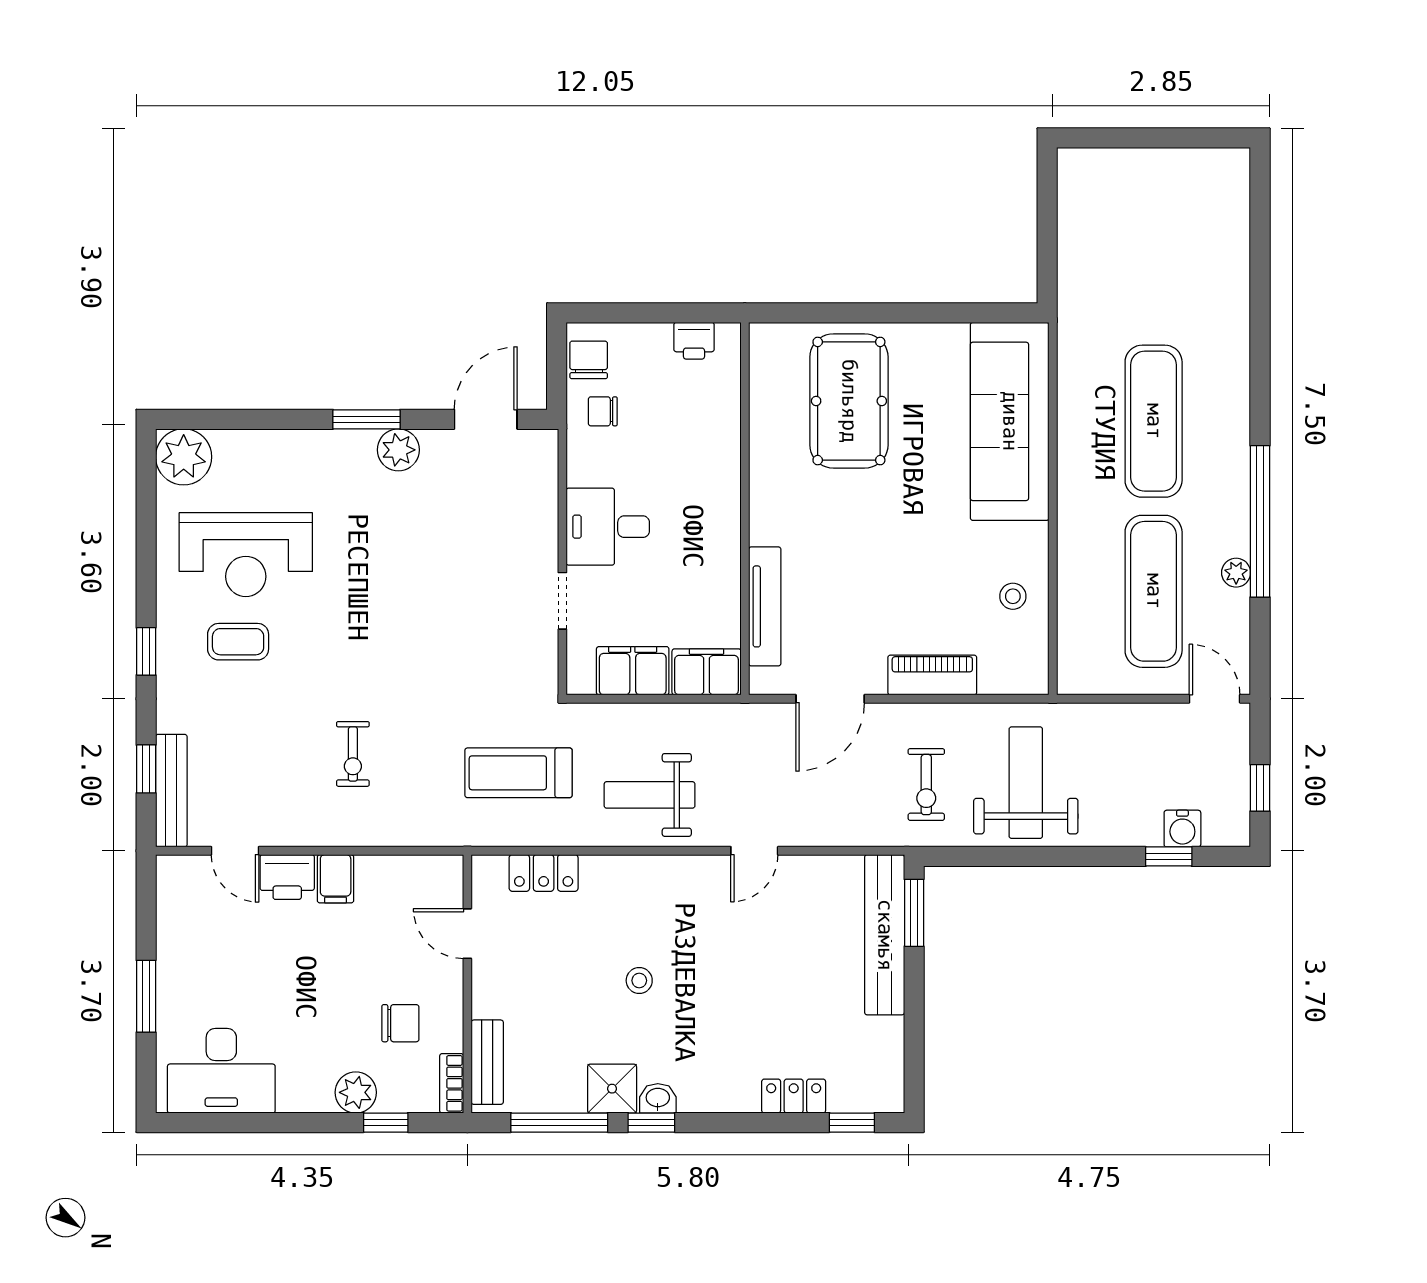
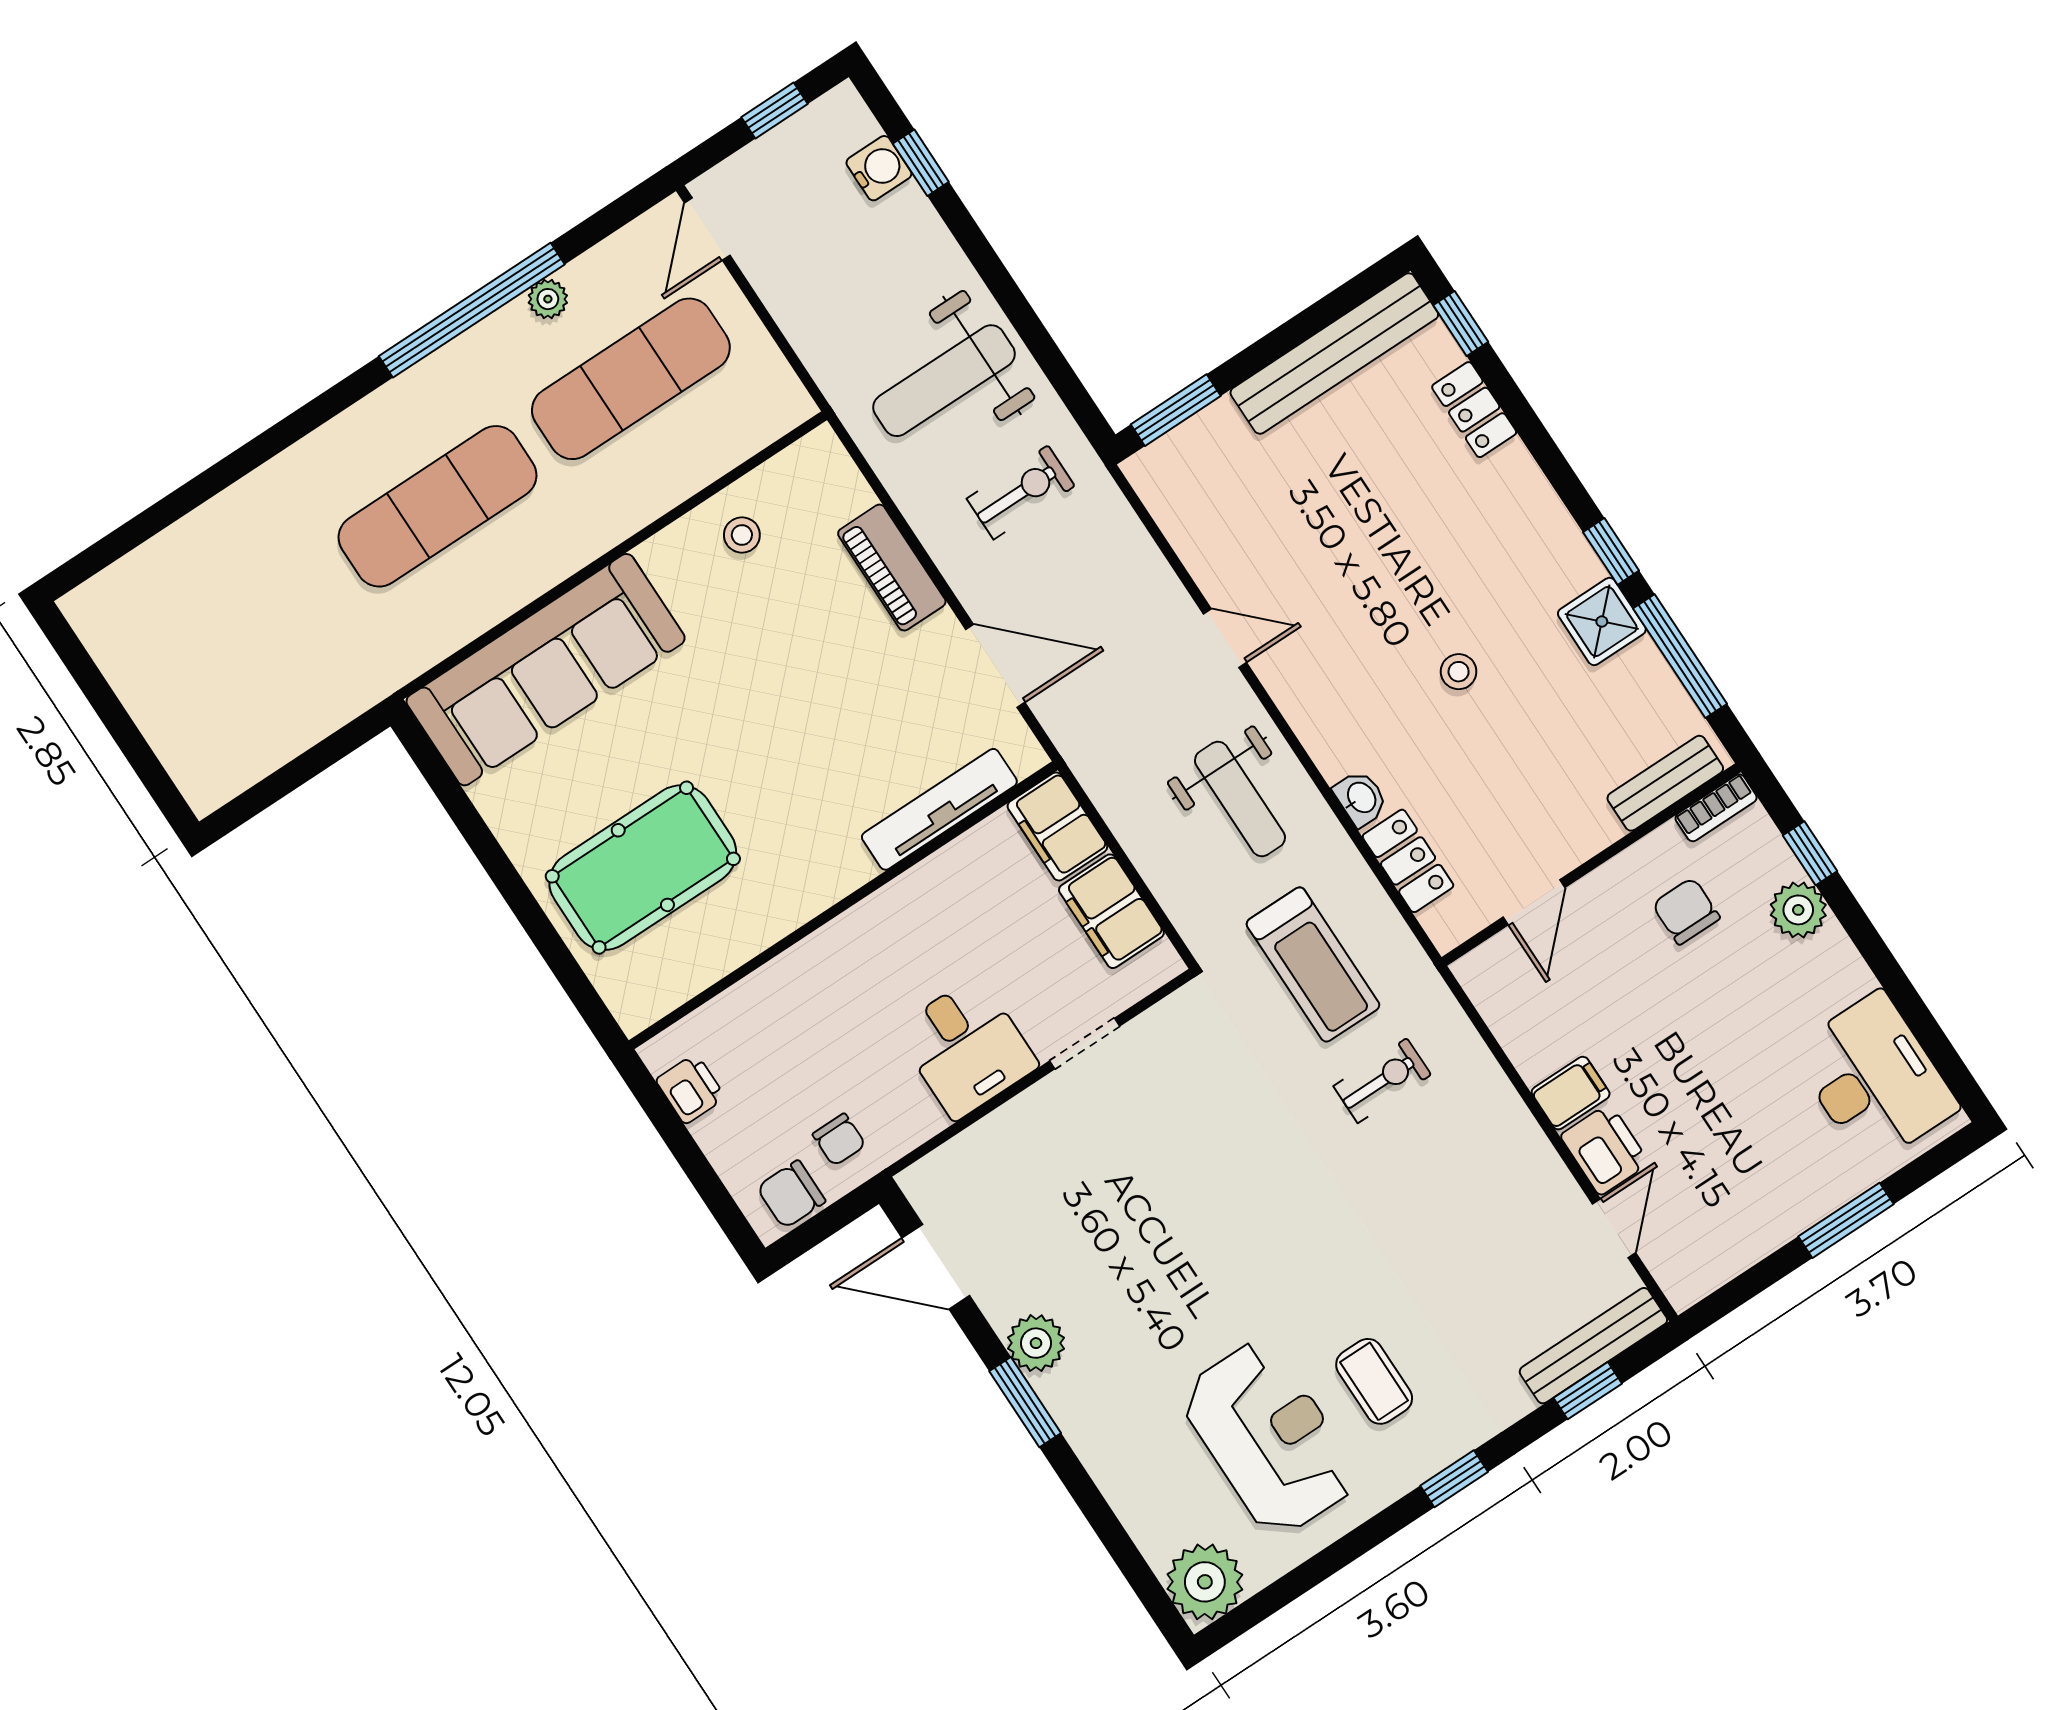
exercise bike: (353, 754) -> (1382, 1081), moved
bench: (885, 935) -> (1334, 354), moved
washbasin: (658, 1098) -> (1361, 798), moved, turned 180

